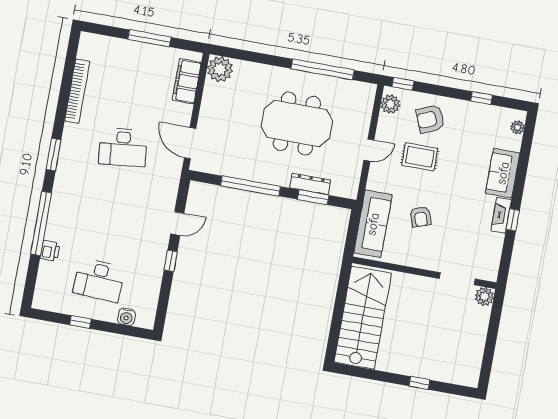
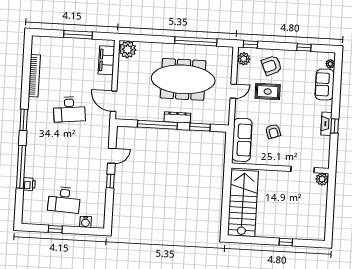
meeting table: (297, 123) -> (183, 79), width x1.36
sofa: (503, 173) -> (325, 84), moved
dresser: (310, 184) -> (177, 117), moved

